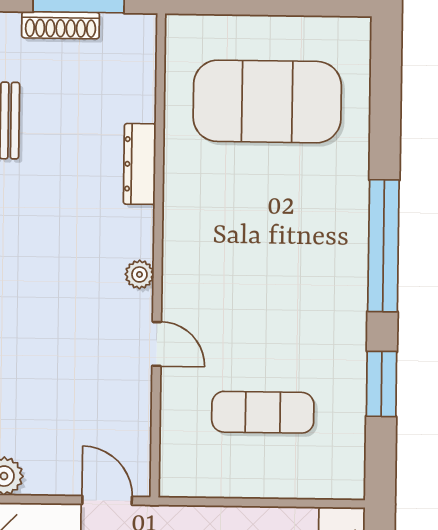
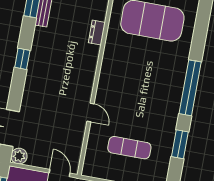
dresser: (140, 164) -> (97, 33), width x0.70
plant: (139, 274) -> (88, 83), removed

